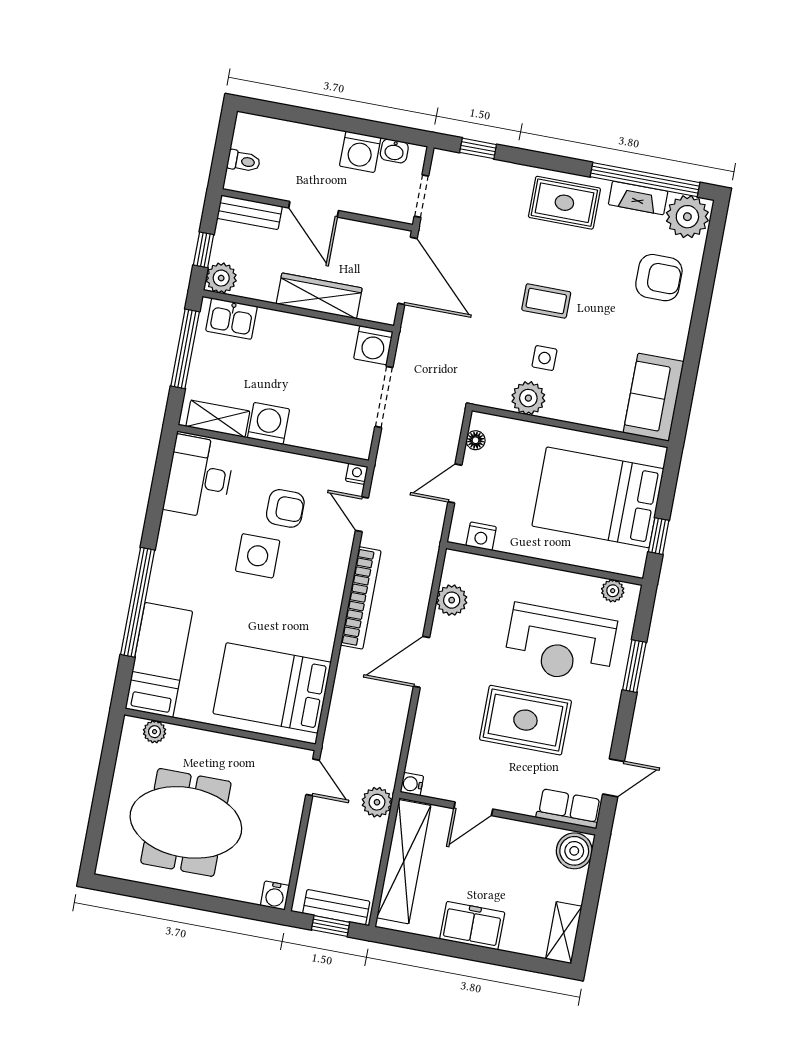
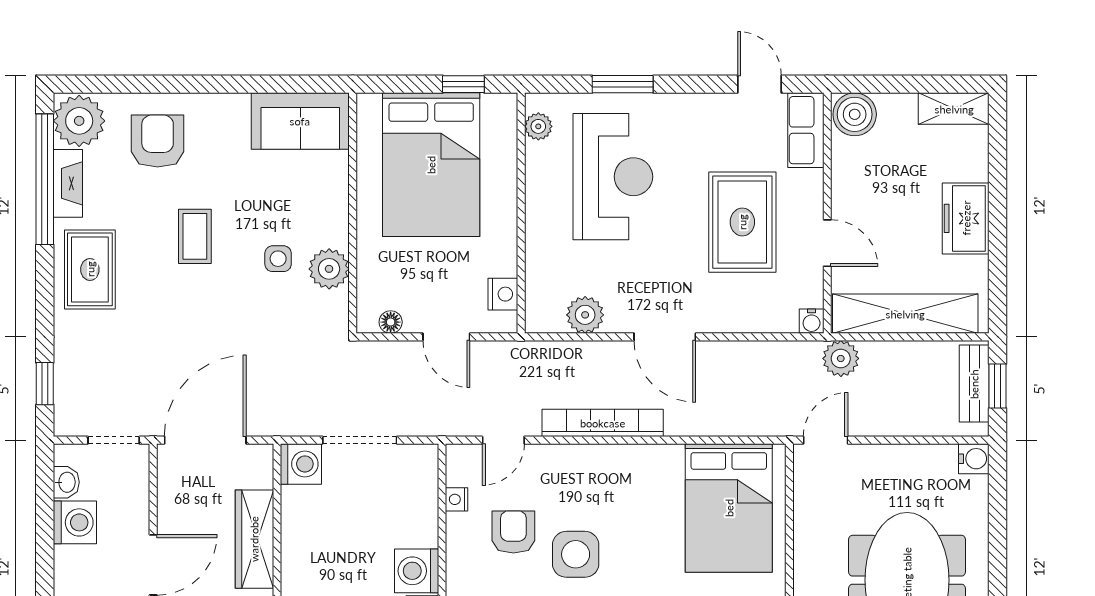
coffee table: (546, 301) -> (195, 236), moved
nightstand: (357, 474) -> (457, 499), moved
rug: (525, 720) -> (742, 222), moved

